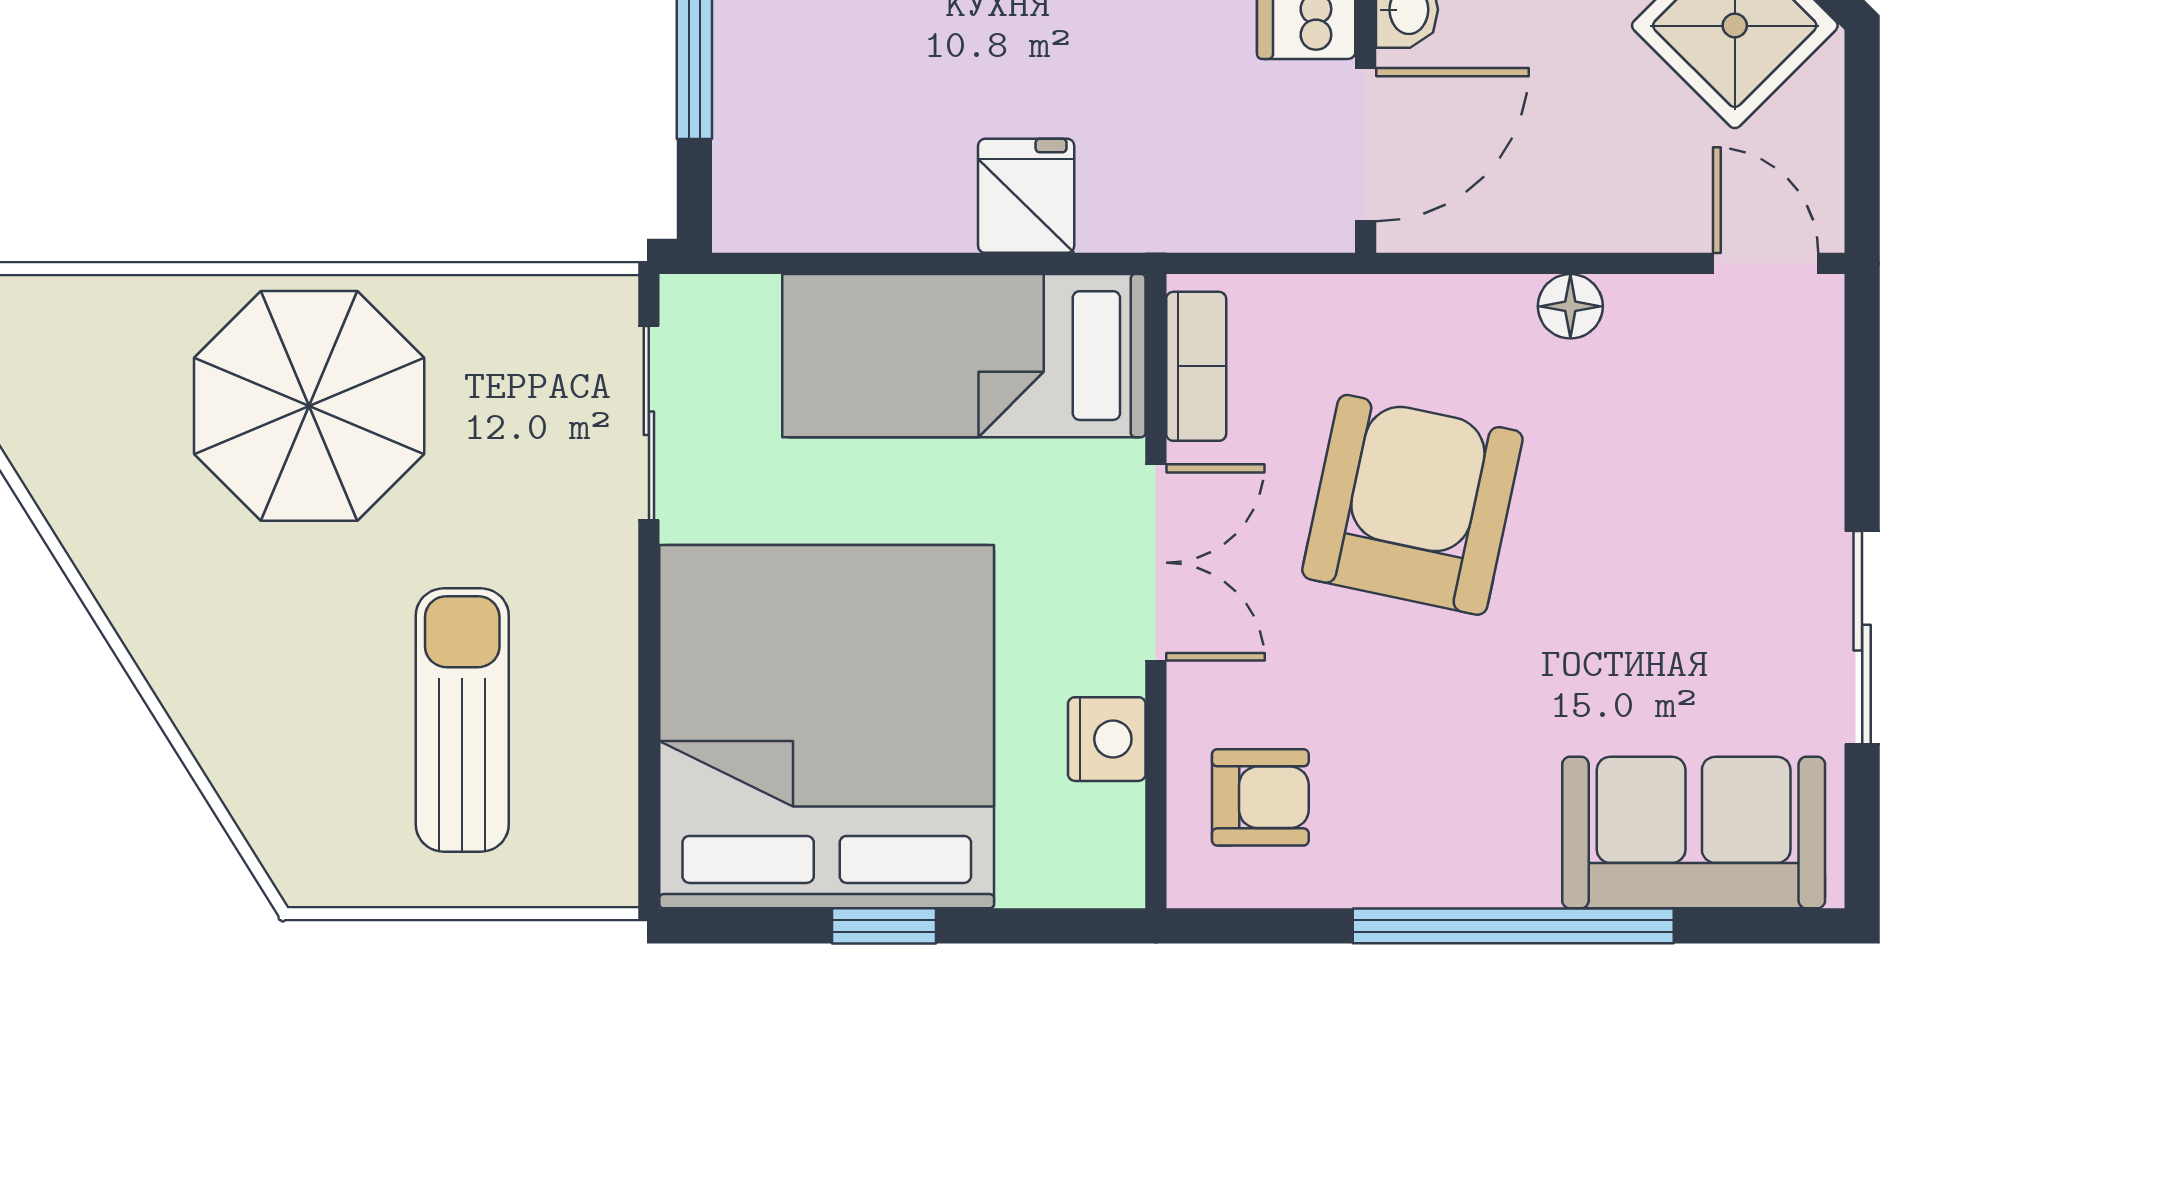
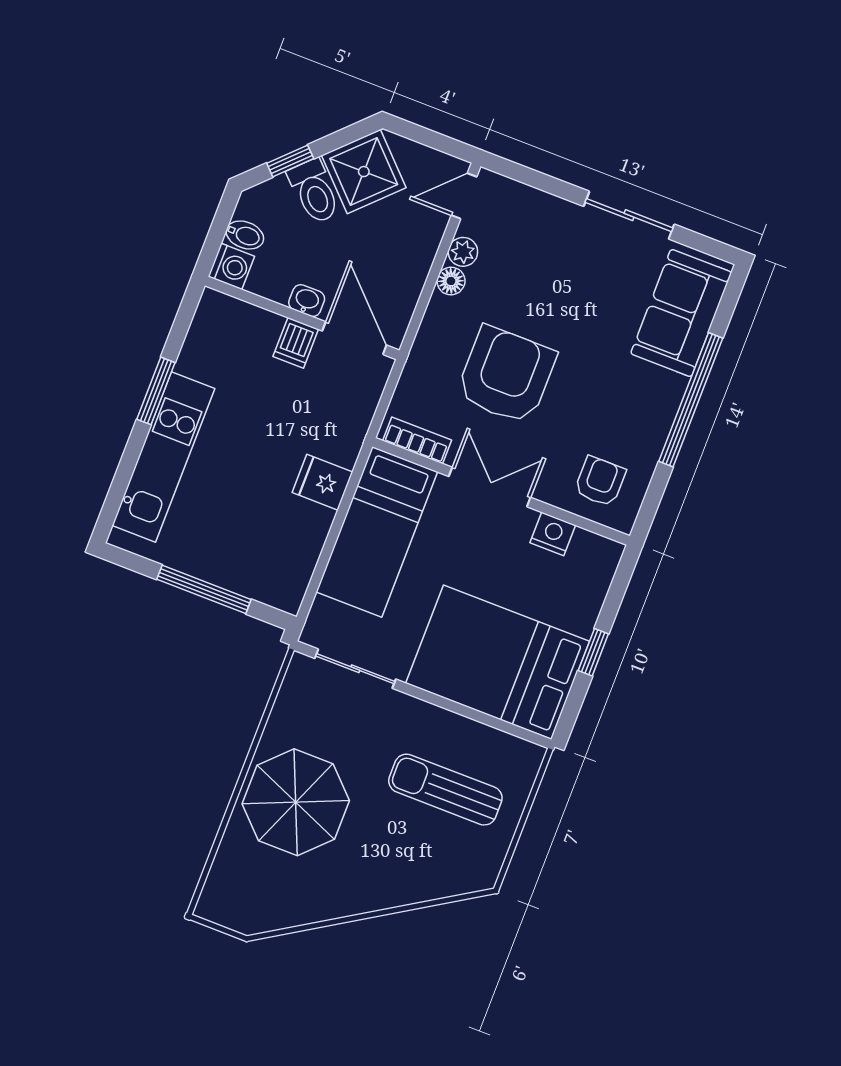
plant: (1644, 308) -> (463, 252), added
armchair: (1412, 505) -> (506, 375), turned 78
bed: (827, 727) -> (498, 662), width x0.73

